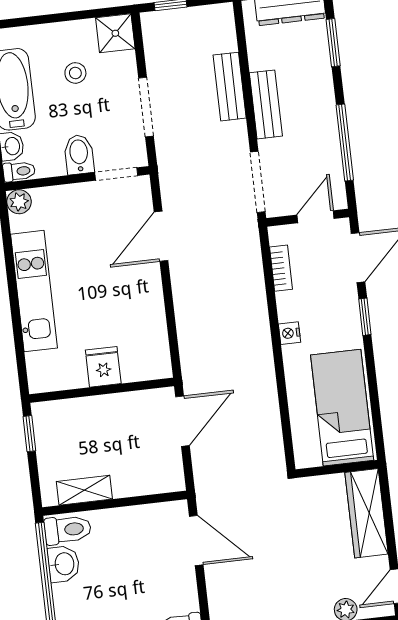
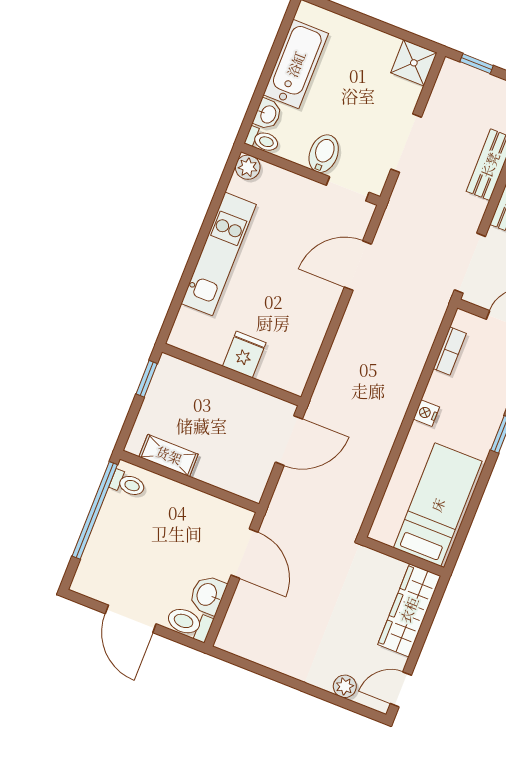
stool: (75, 73) -> (359, 79), removed
toilet: (68, 530) -> (128, 484), width x0.73, depth x0.72
washbasin: (64, 564) -> (208, 595), moved, turned 180

